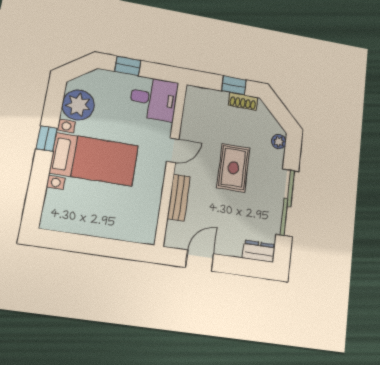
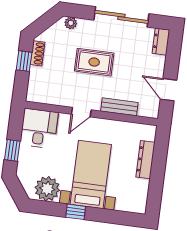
door: (173, 150) -> (81, 112), swing flipped
dresser: (111, 230) -> (145, 160), added

